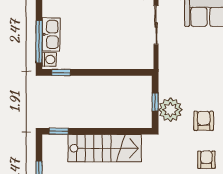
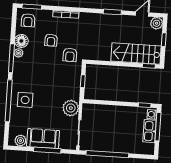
plant: (170, 110) -> (71, 108), moved
armchair: (204, 121) -> (70, 55), moved
stairs: (105, 148) -> (136, 54), moved

